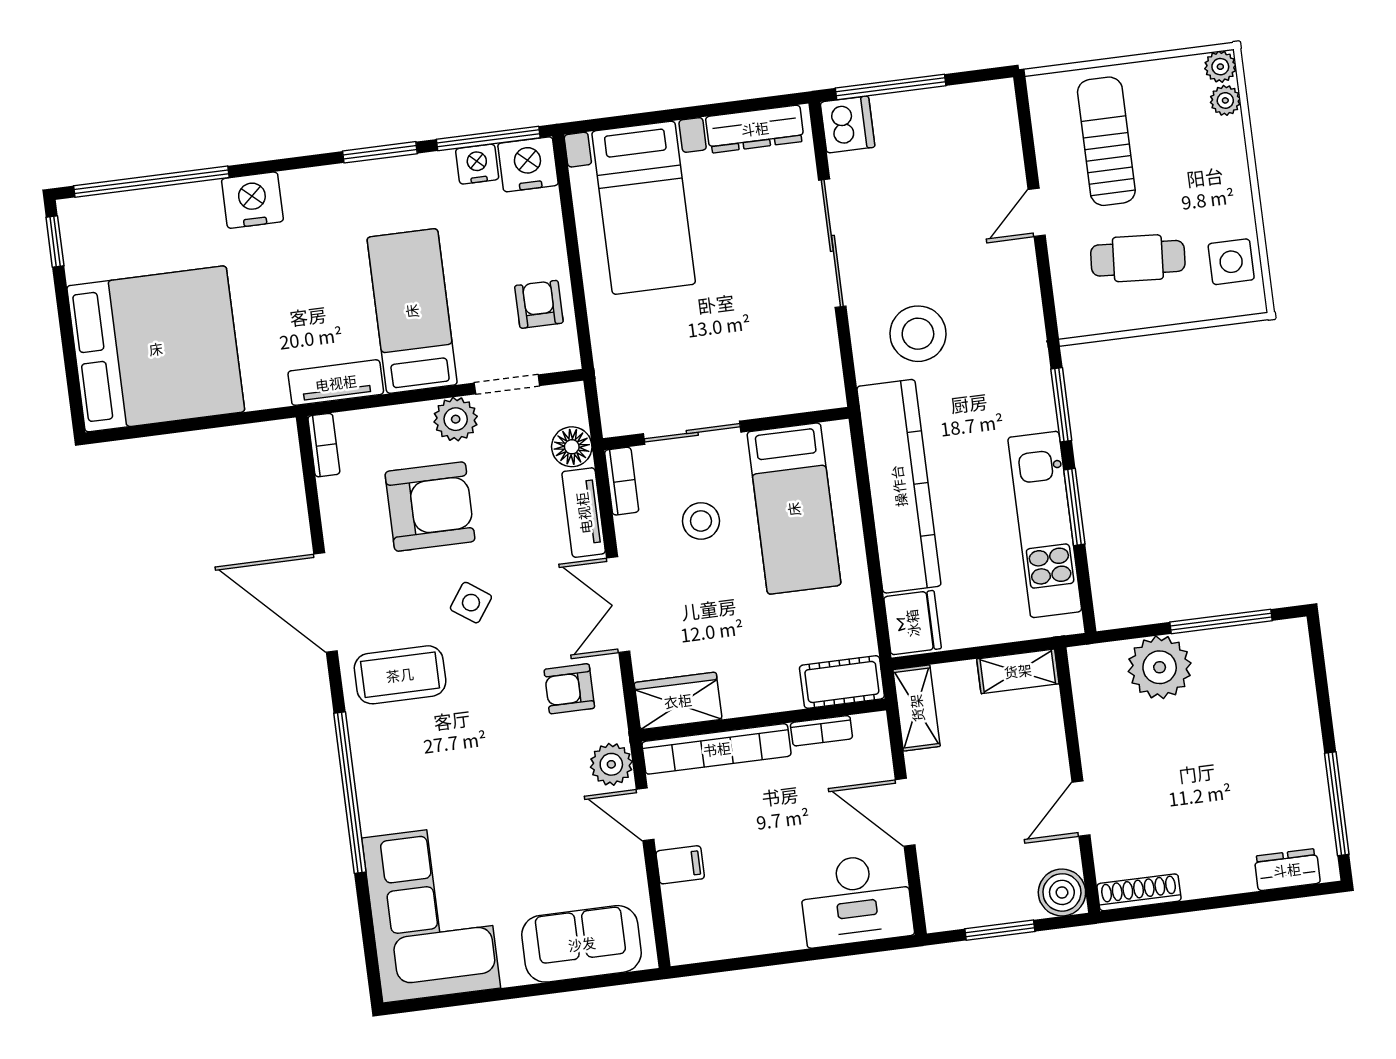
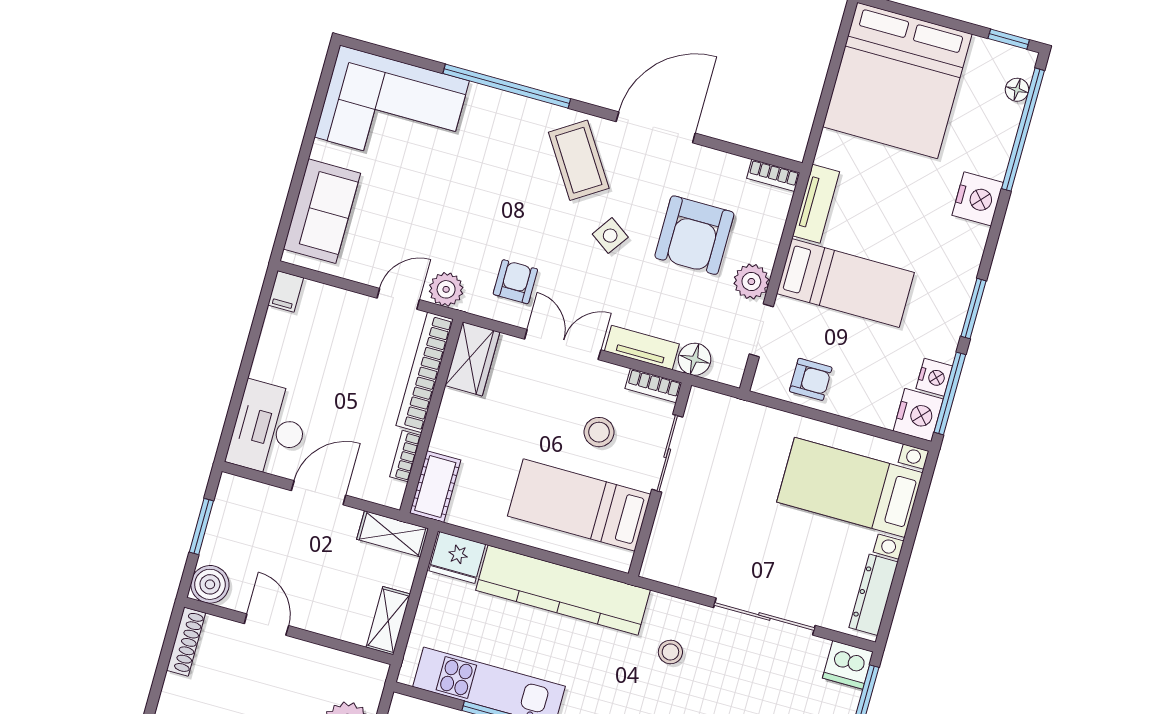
floor lamp: (109, 208) -> (1017, 90), added
stool: (918, 334) -> (670, 652), width x0.53, depth x0.53
coffee table: (400, 675) -> (579, 160), turned -33
filing cabinet: (680, 865) -> (286, 291), moved

